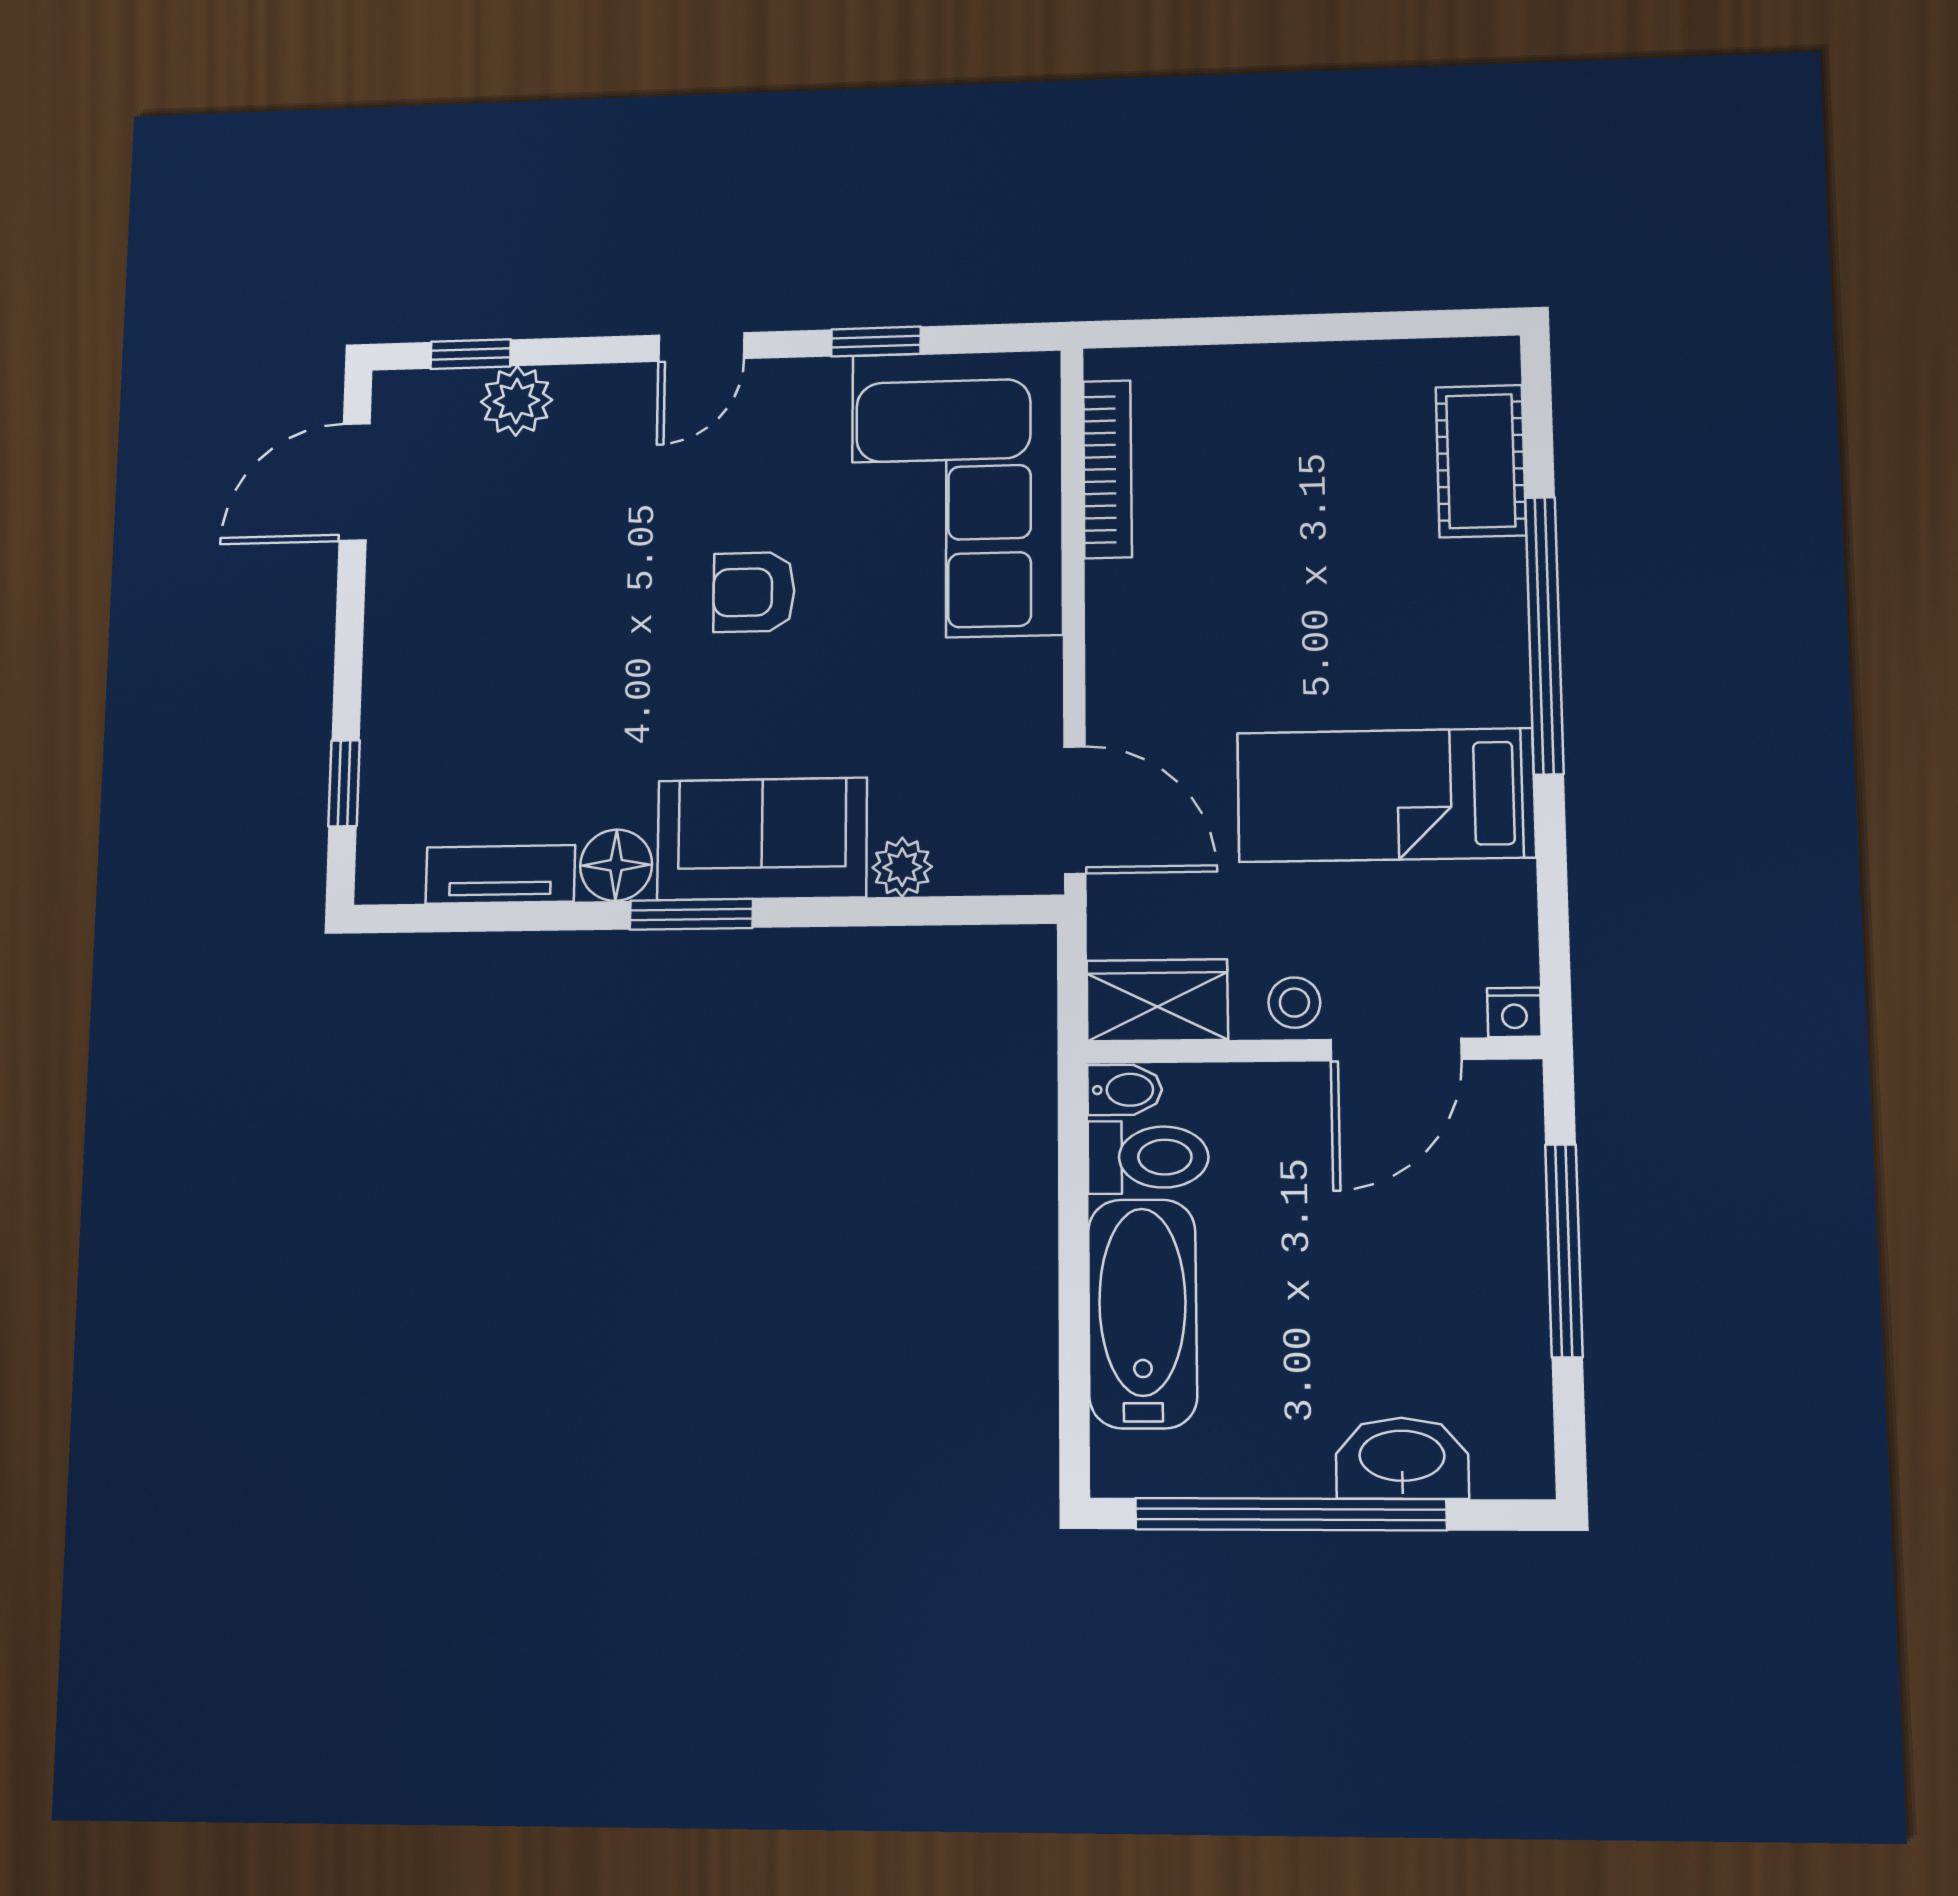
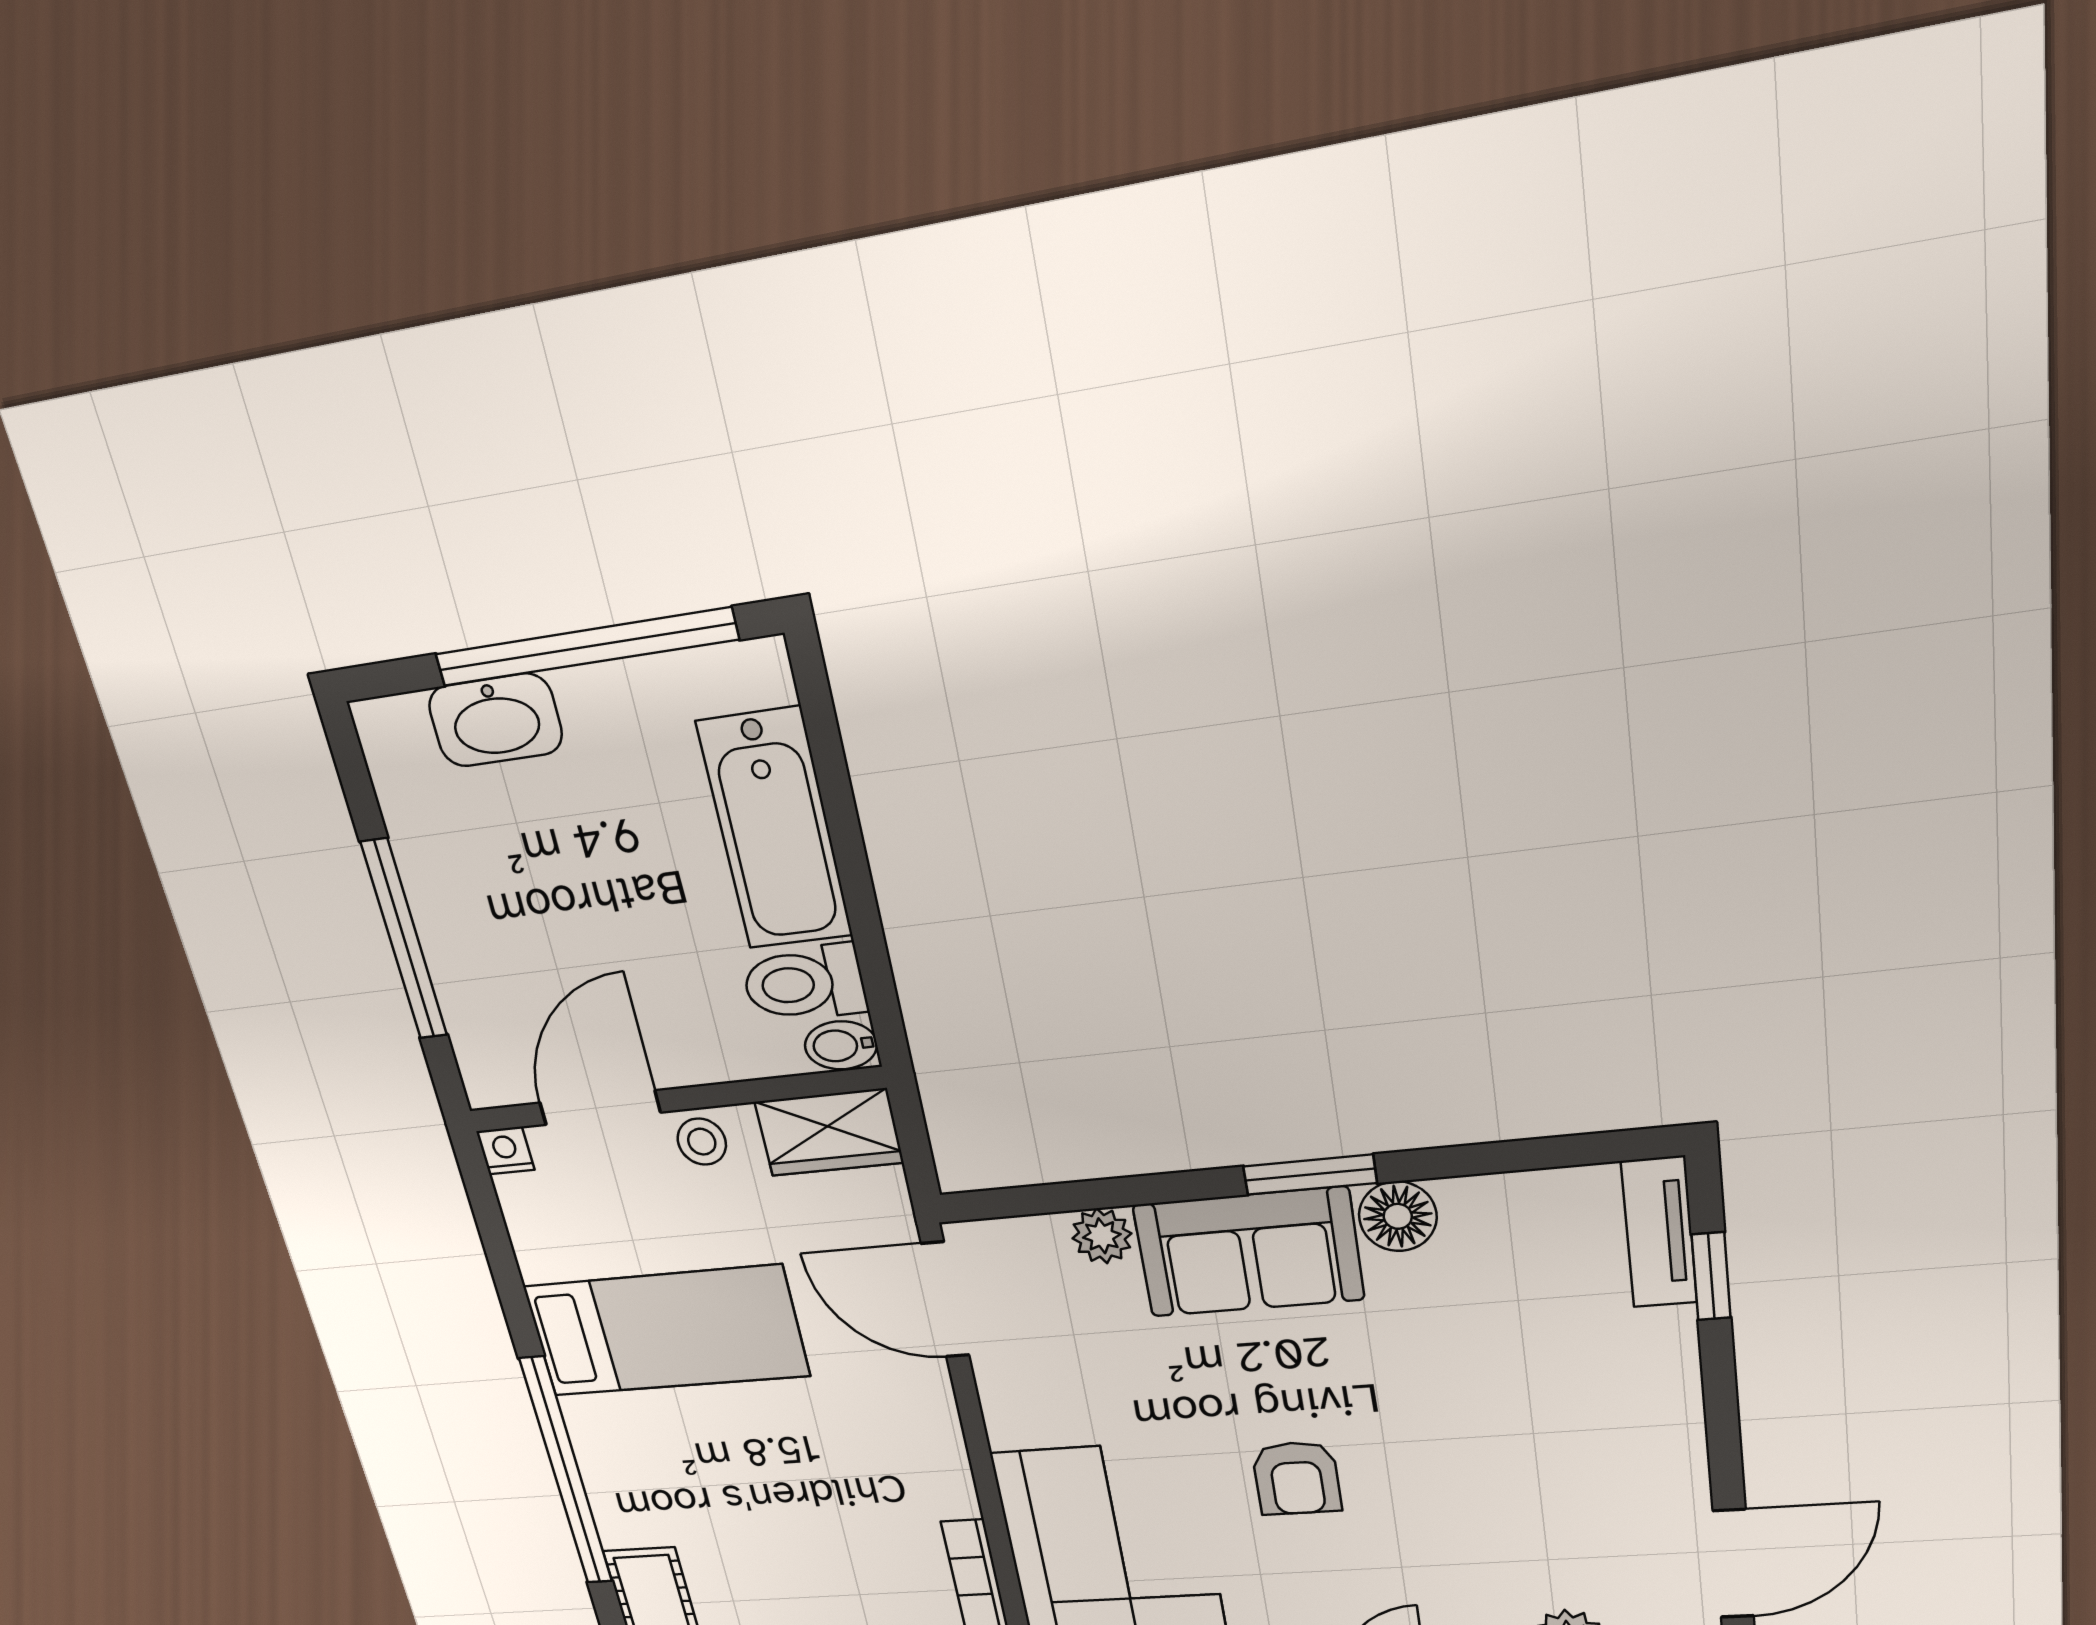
armchair: (754, 592) -> (1297, 1478), turned 90
tv unit: (500, 874) -> (1659, 1232), moved, turned 90

